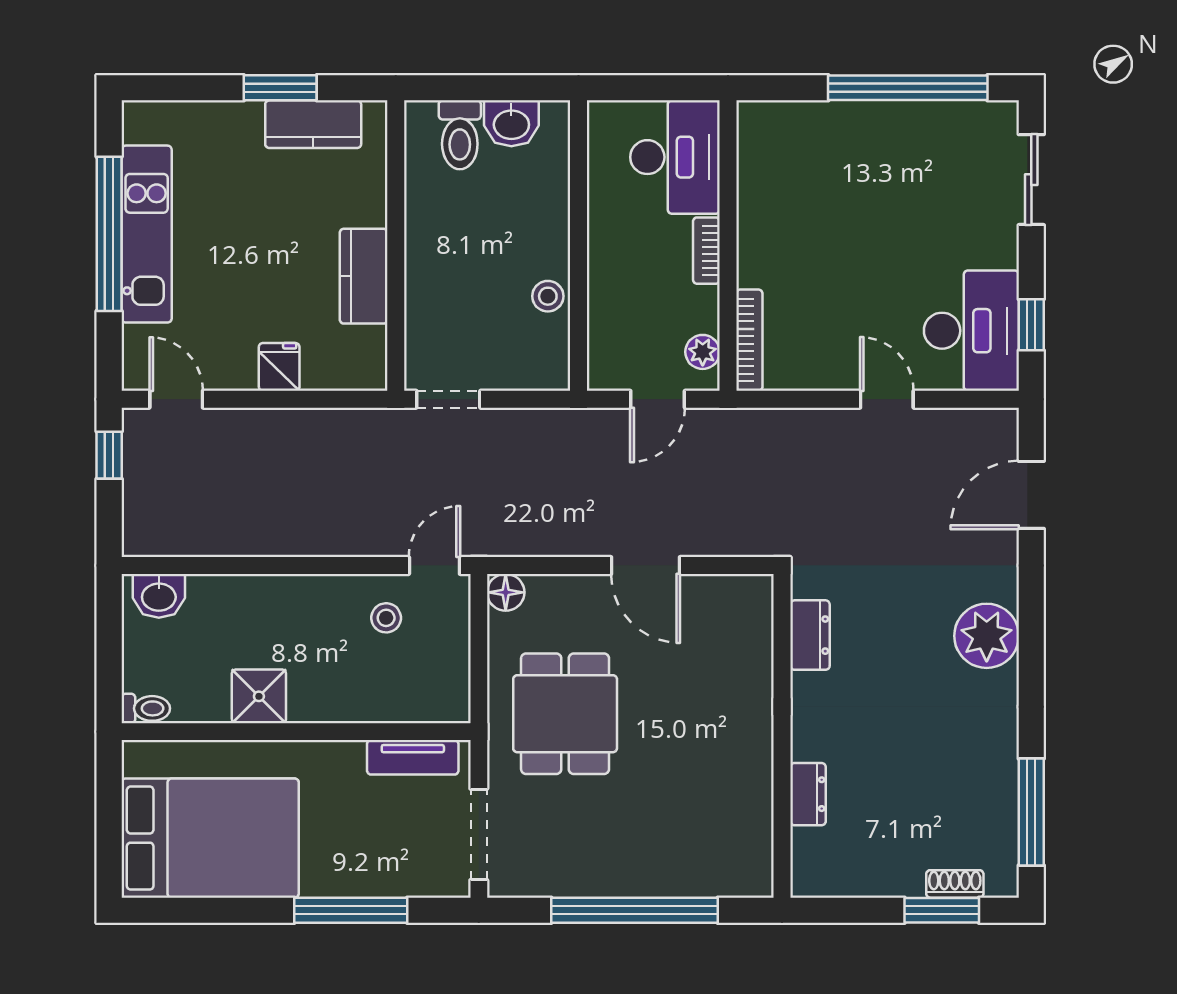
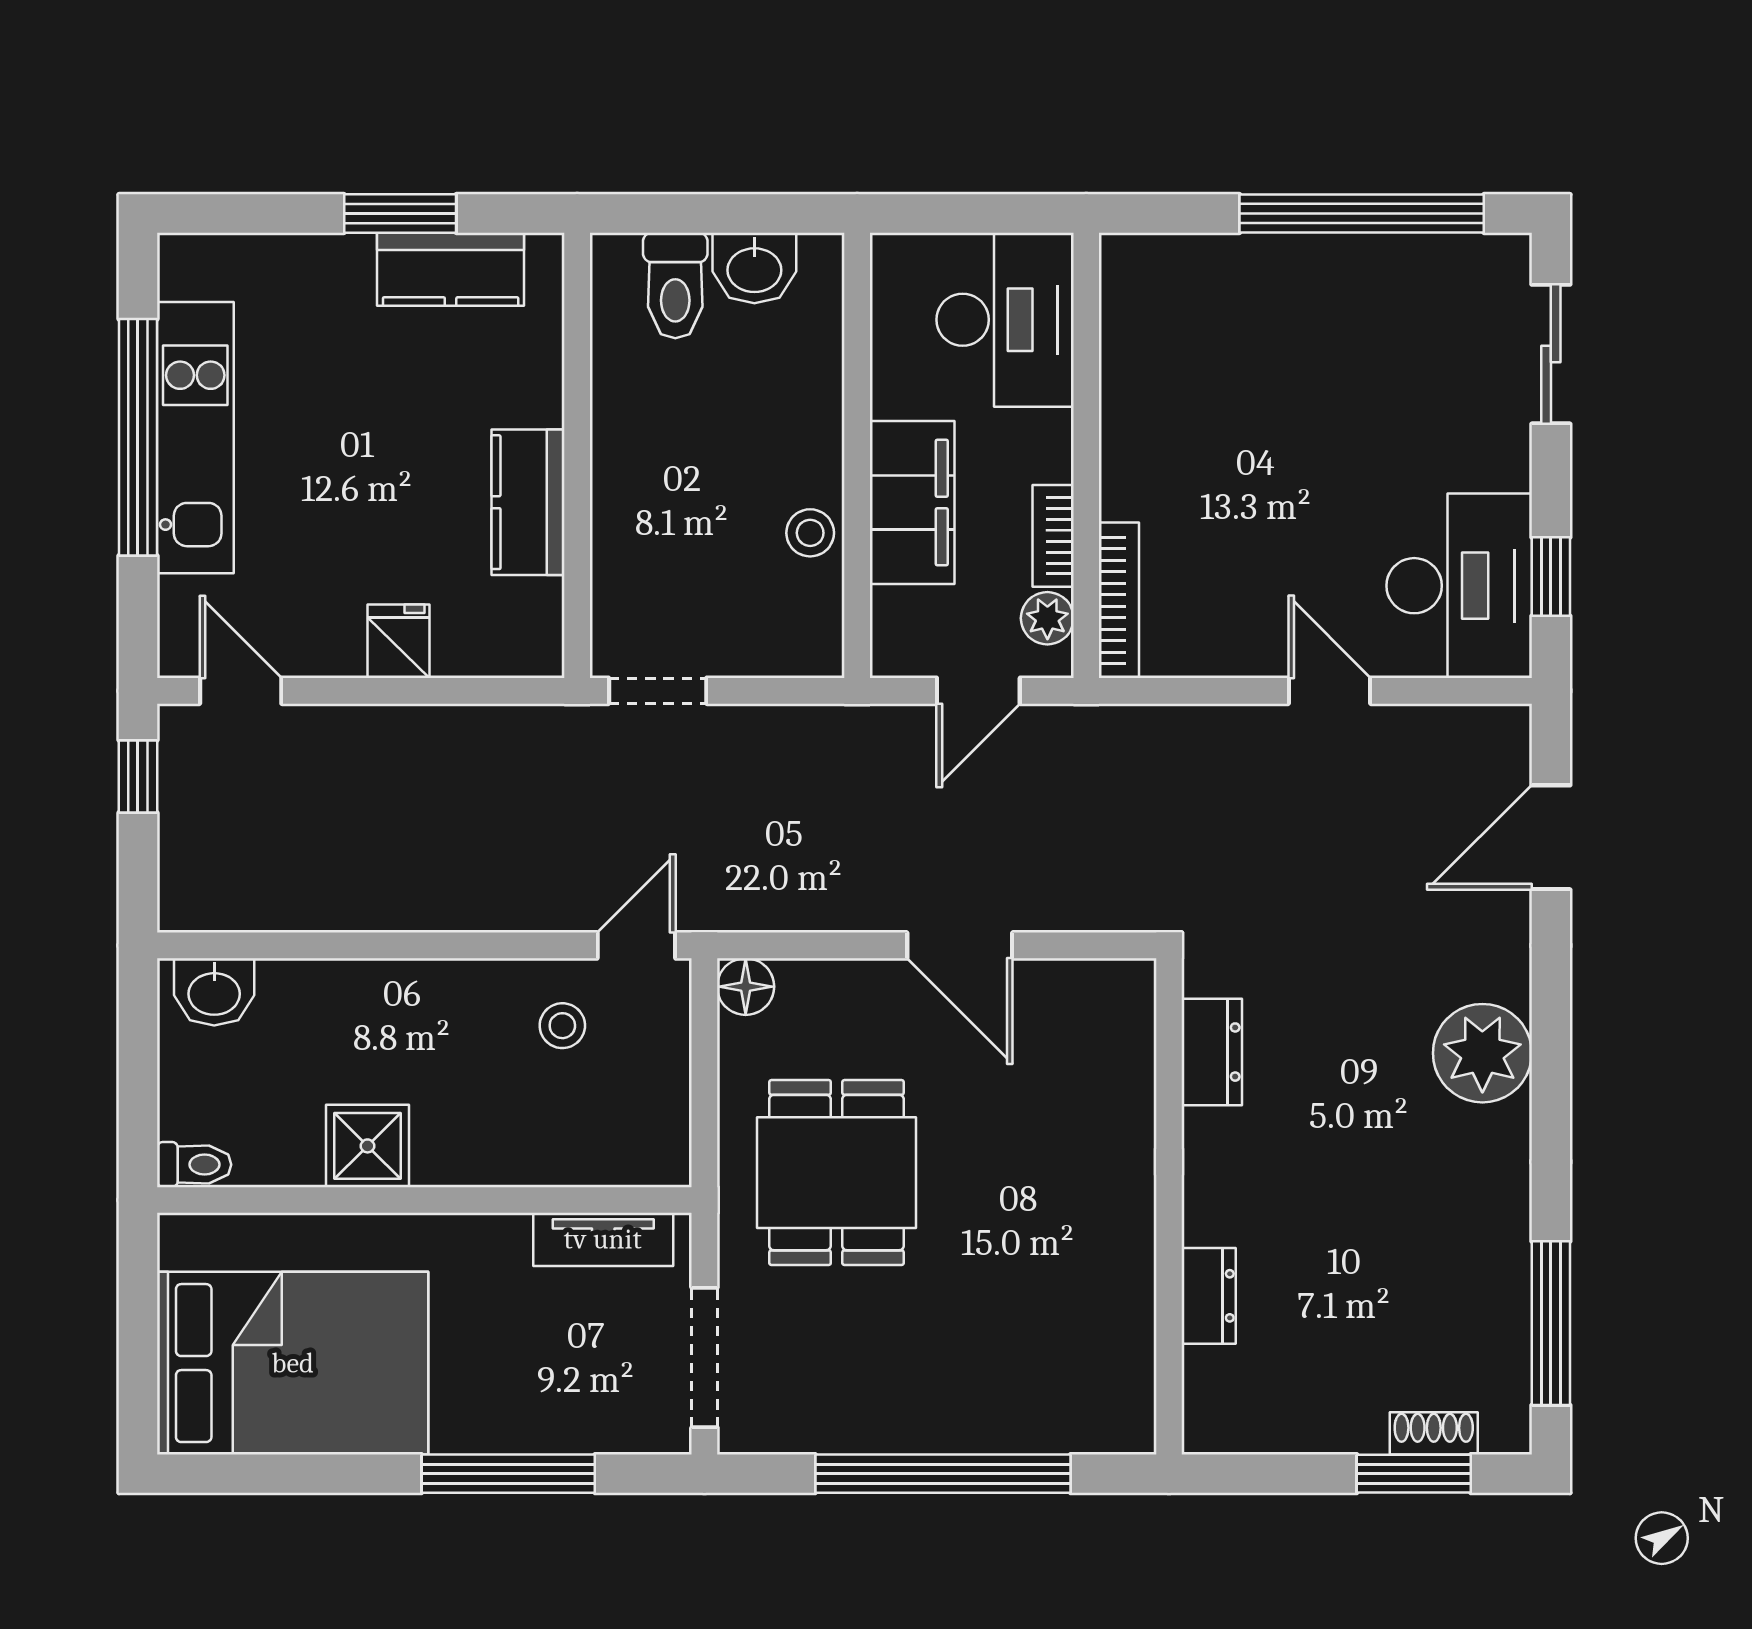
bookcase: (706, 251) -> (1053, 536), moved
filing cabinet: (614, 276) -> (912, 502), added

